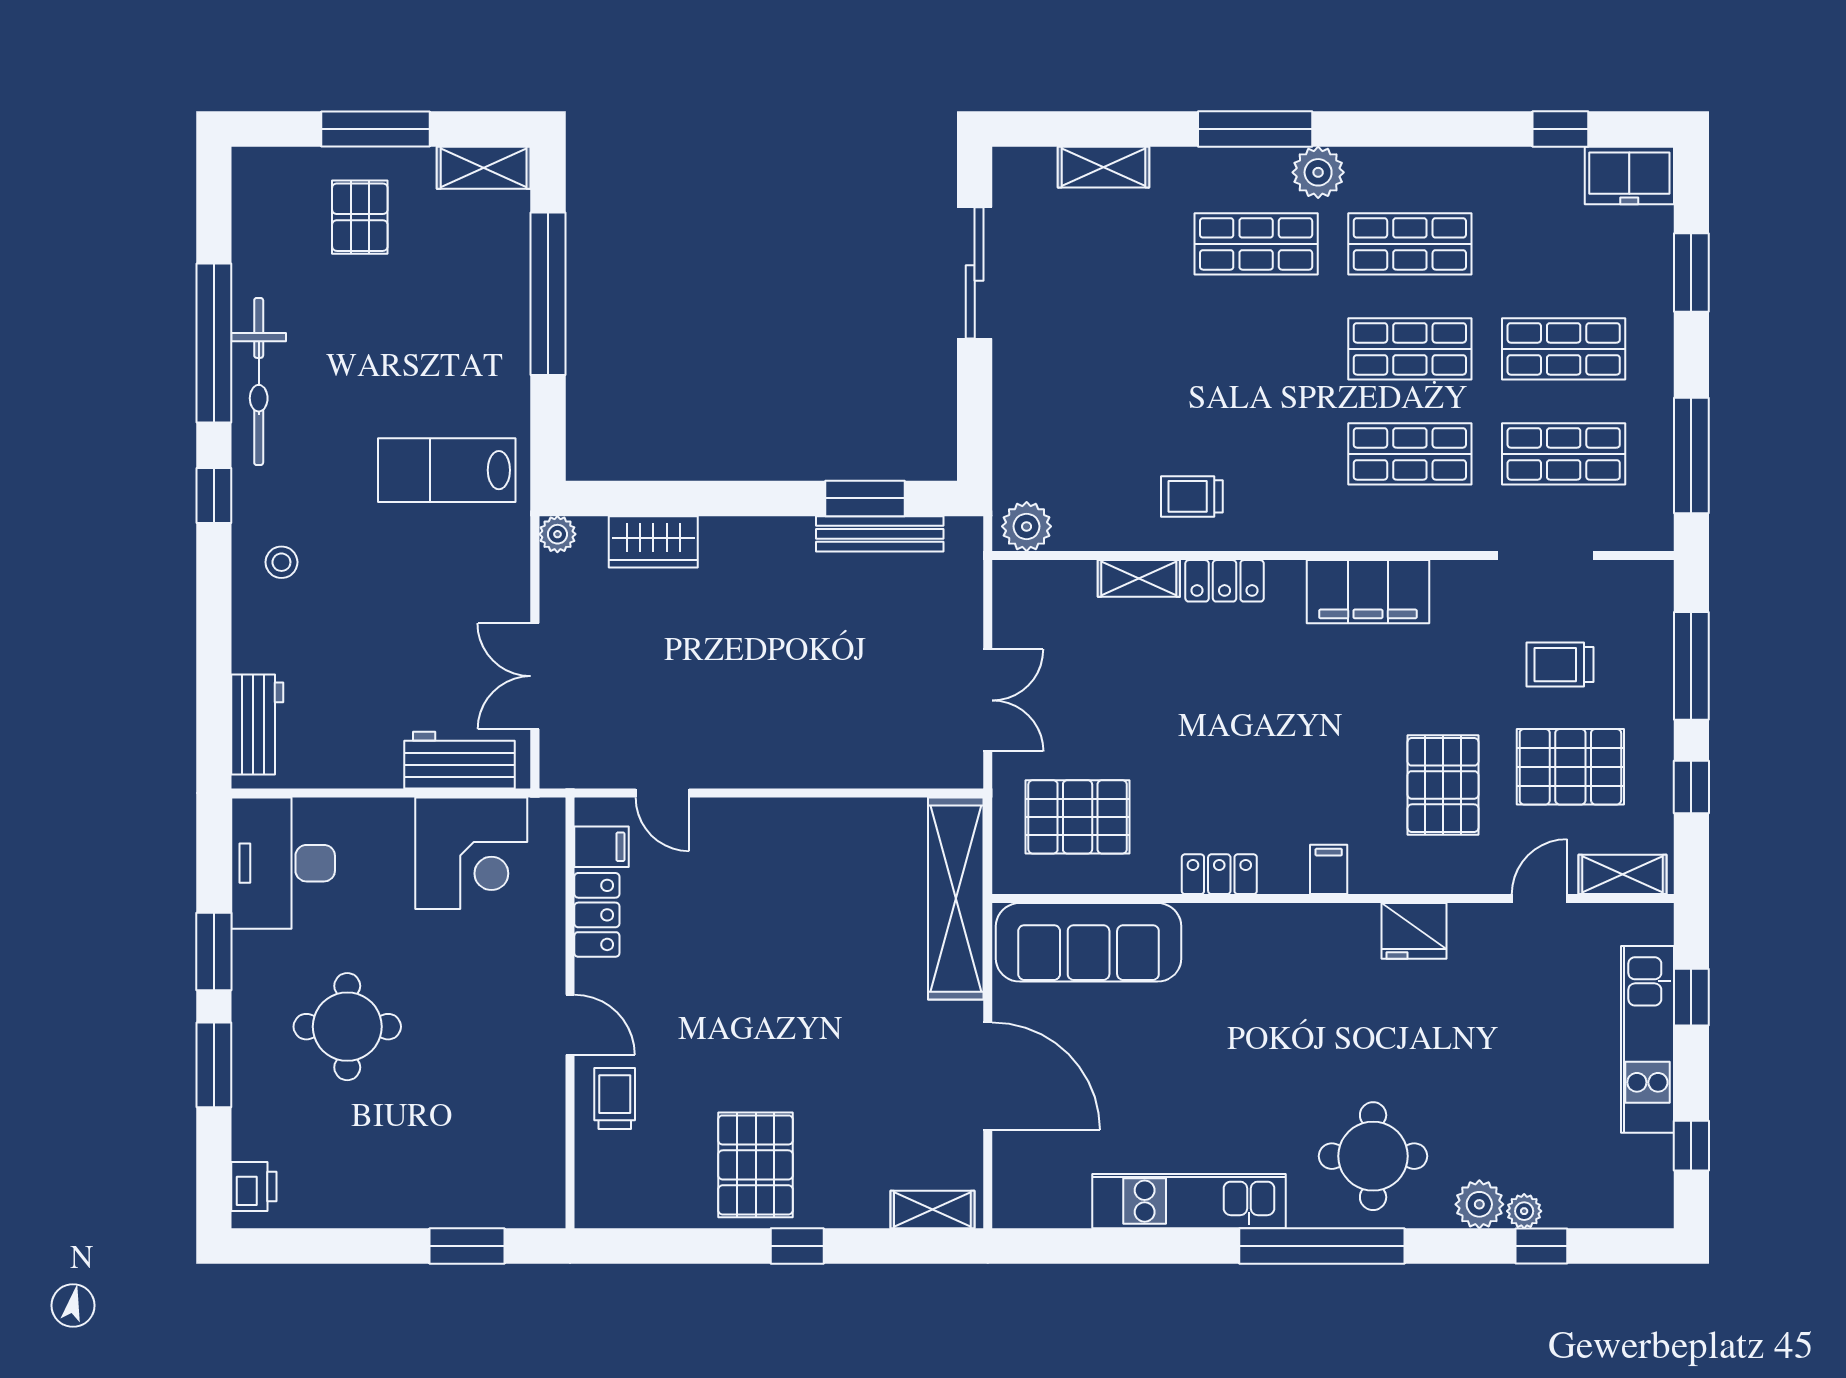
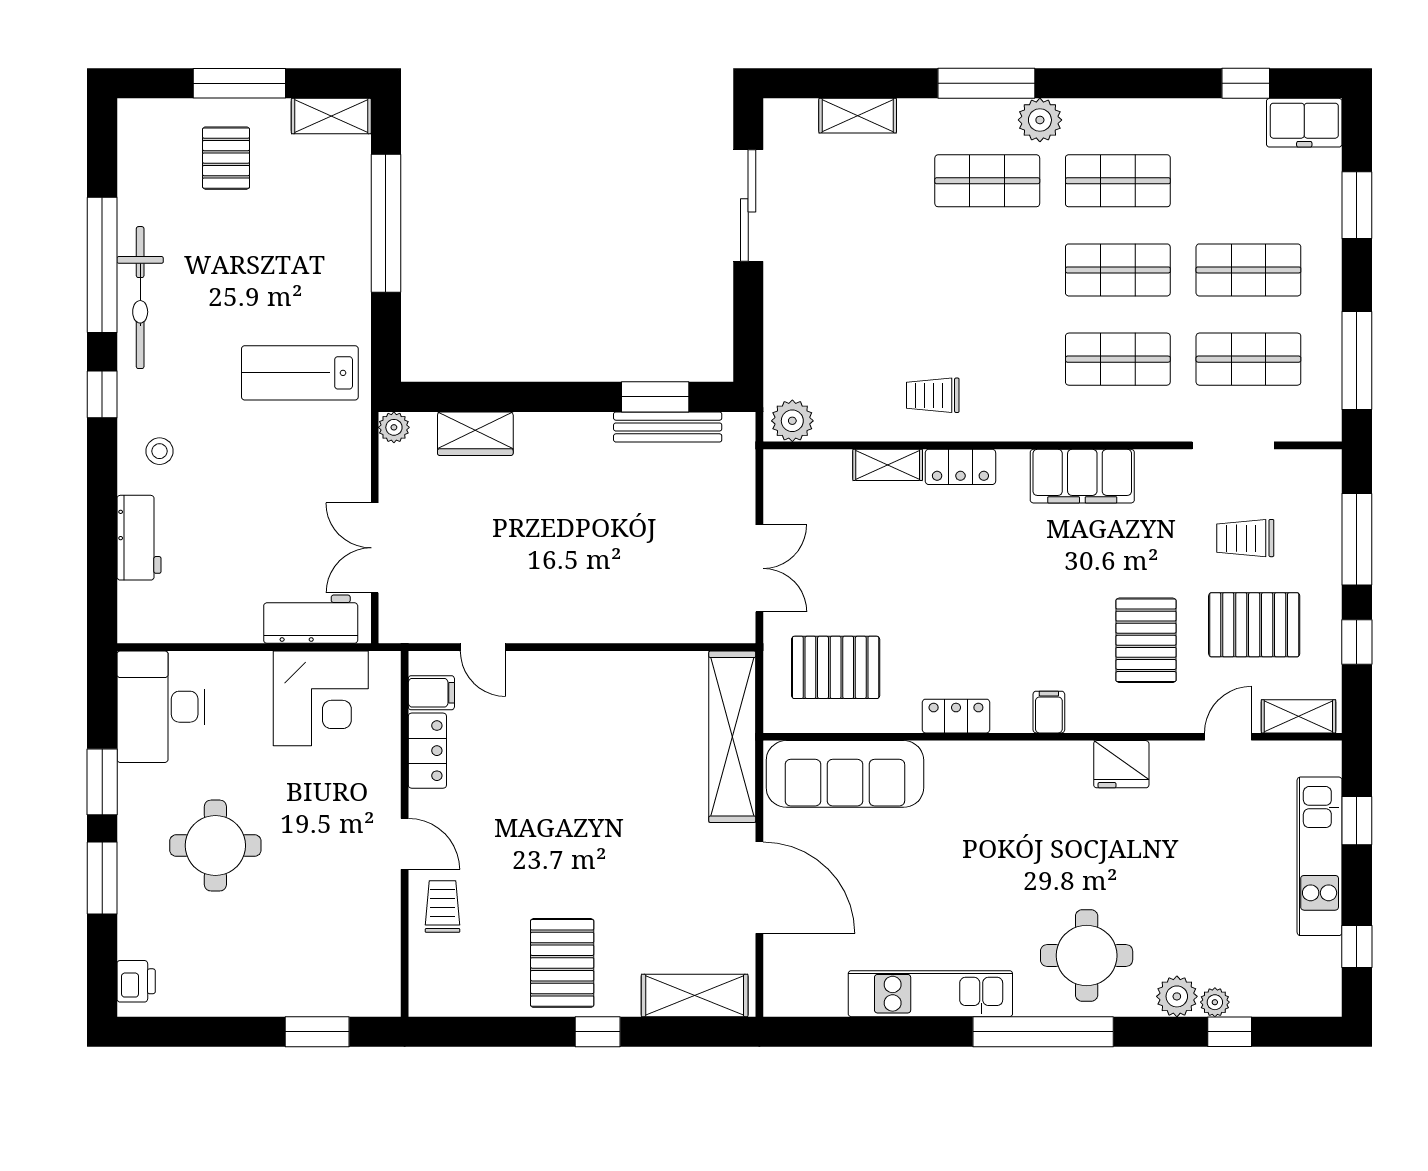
workbench: (257, 724) -> (139, 538), moved
shelving: (932, 1210) -> (695, 995), width x1.50, depth x1.33

